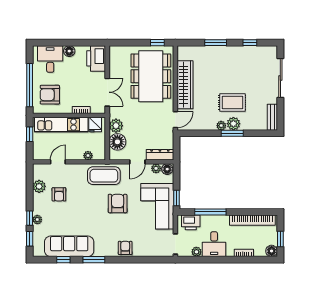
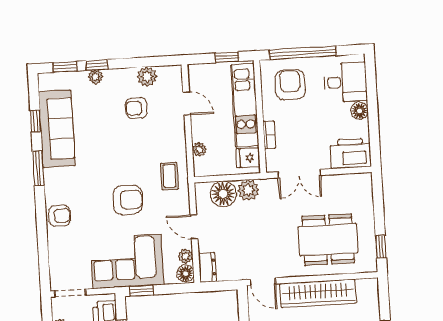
dining table: (151, 76) -> (328, 240), width x0.73, depth x0.80
dresser: (160, 155) -> (207, 267), width x0.70
coffee table: (104, 176) -> (170, 176), width x0.54, depth x0.58

